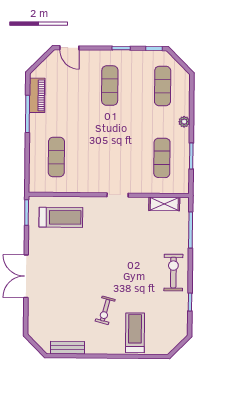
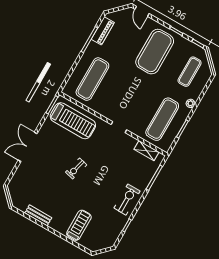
exercise mat: (110, 86) -> (155, 52), width x2.00, depth x1.45
exercise mat: (56, 157) -> (92, 79), width x1.36, depth x1.45
exercise mat: (162, 158) -> (162, 119), width x1.36, depth x1.45
treadmill: (61, 217) -> (73, 121), width x1.37, depth x1.38
exercise bike: (105, 310) -> (76, 168), moved
bench: (67, 348) -> (38, 215), moved

